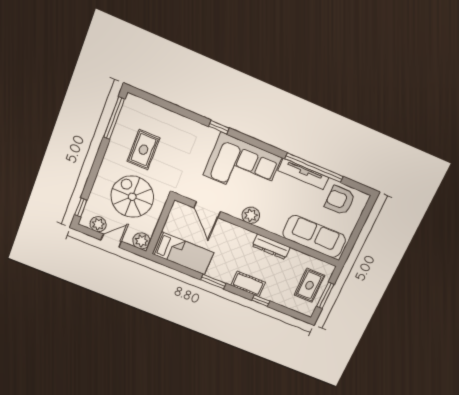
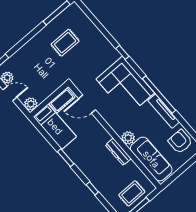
window: (314, 168) -> (159, 95), moved
spiral stairs: (132, 197) -> (41, 70), removed
door: (207, 210) -> (87, 104), hinge flipped
plant: (251, 215) -> (128, 138), moved
cot: (248, 284) -> (62, 100), moved, turned 90

